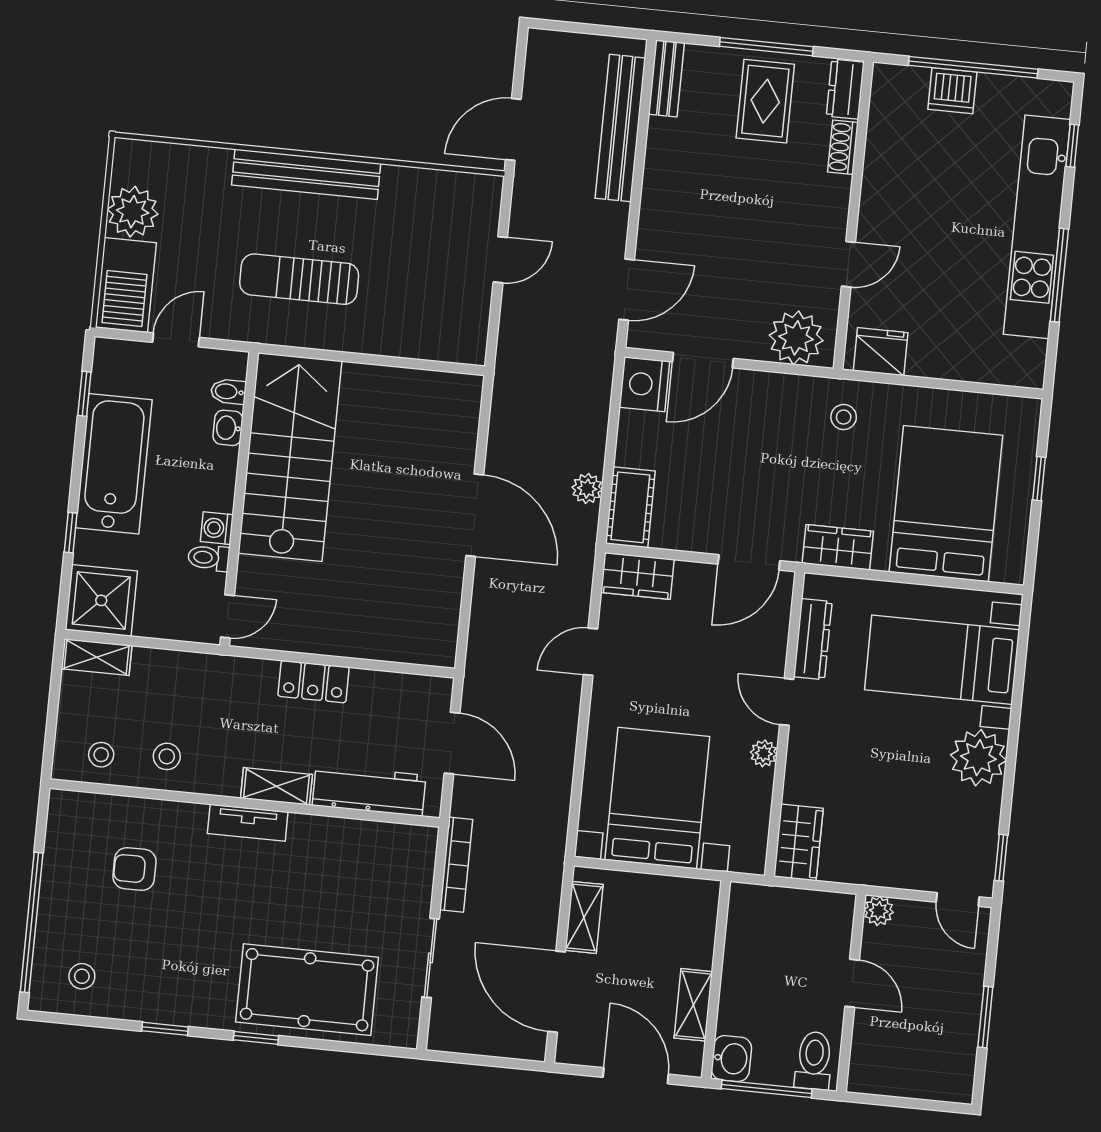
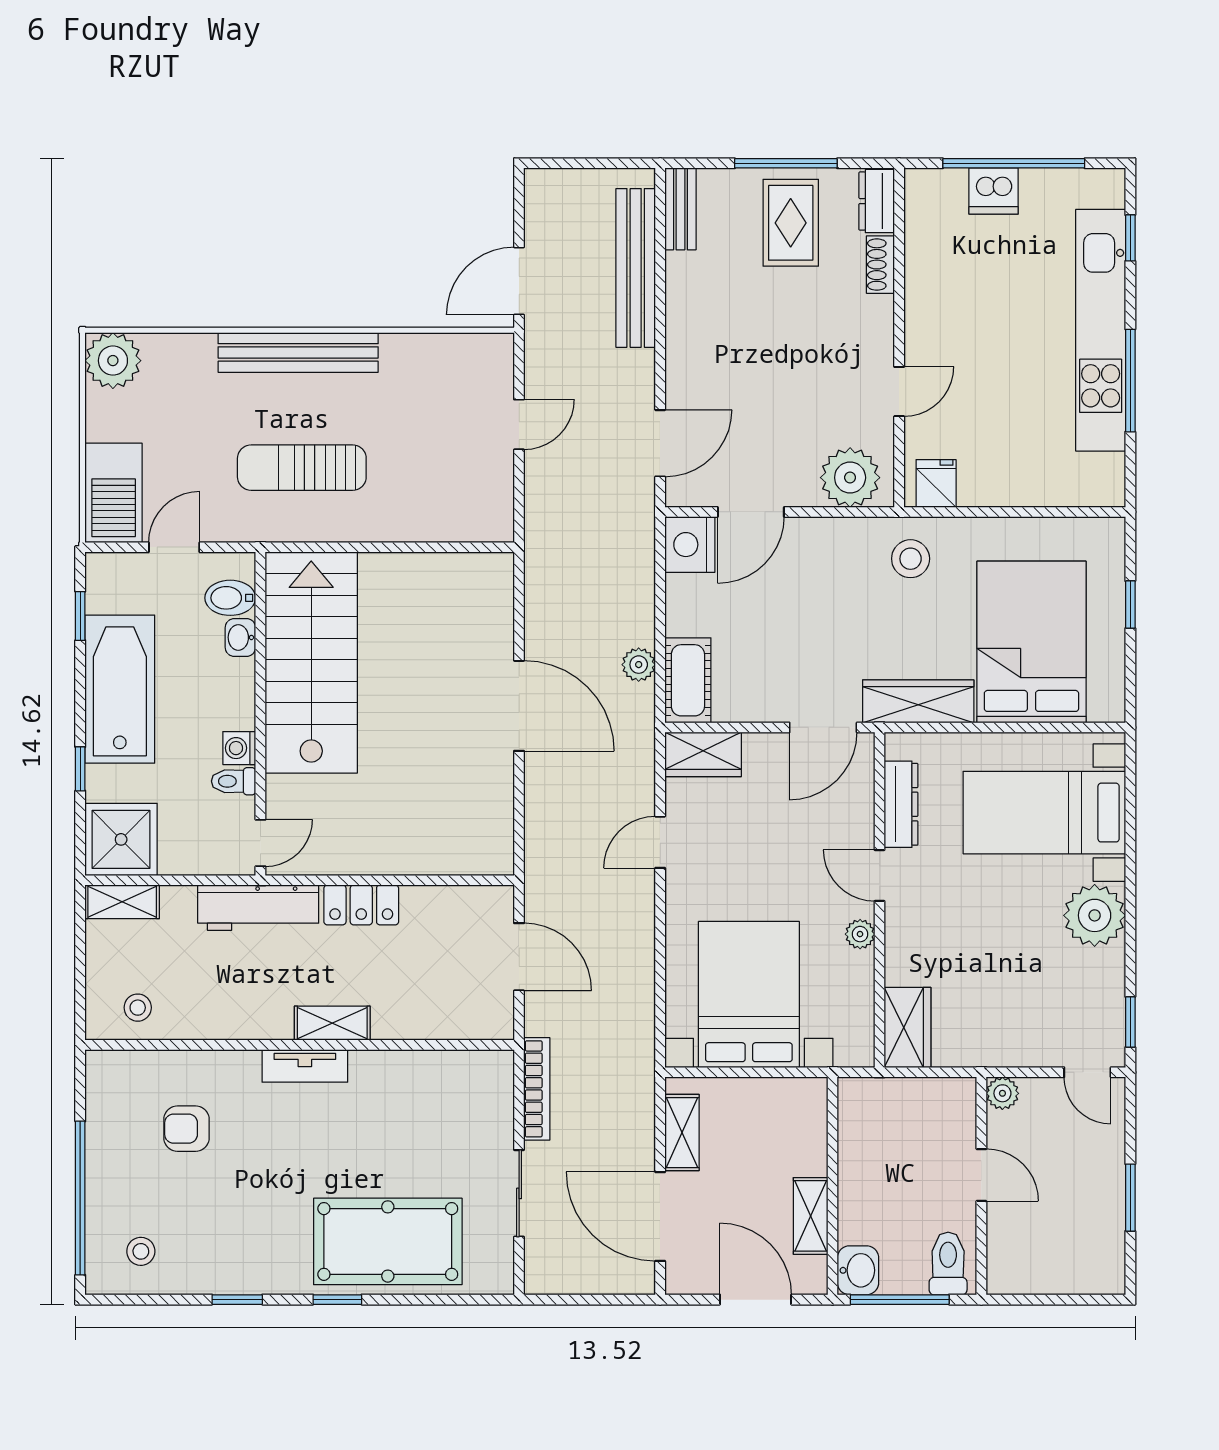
plant: (133, 212) -> (113, 361), moved
fridge: (881, 352) -> (936, 483), width x0.72
bidet: (228, 392) -> (230, 598), width x1.38, depth x1.36
stool: (844, 417) -> (911, 559), width x1.37, depth x1.37
wardrobe: (838, 547) -> (918, 701), width x1.50
stool: (167, 756) -> (209, 1002), removed
workbench: (369, 790) -> (258, 908), moved, turned 180

